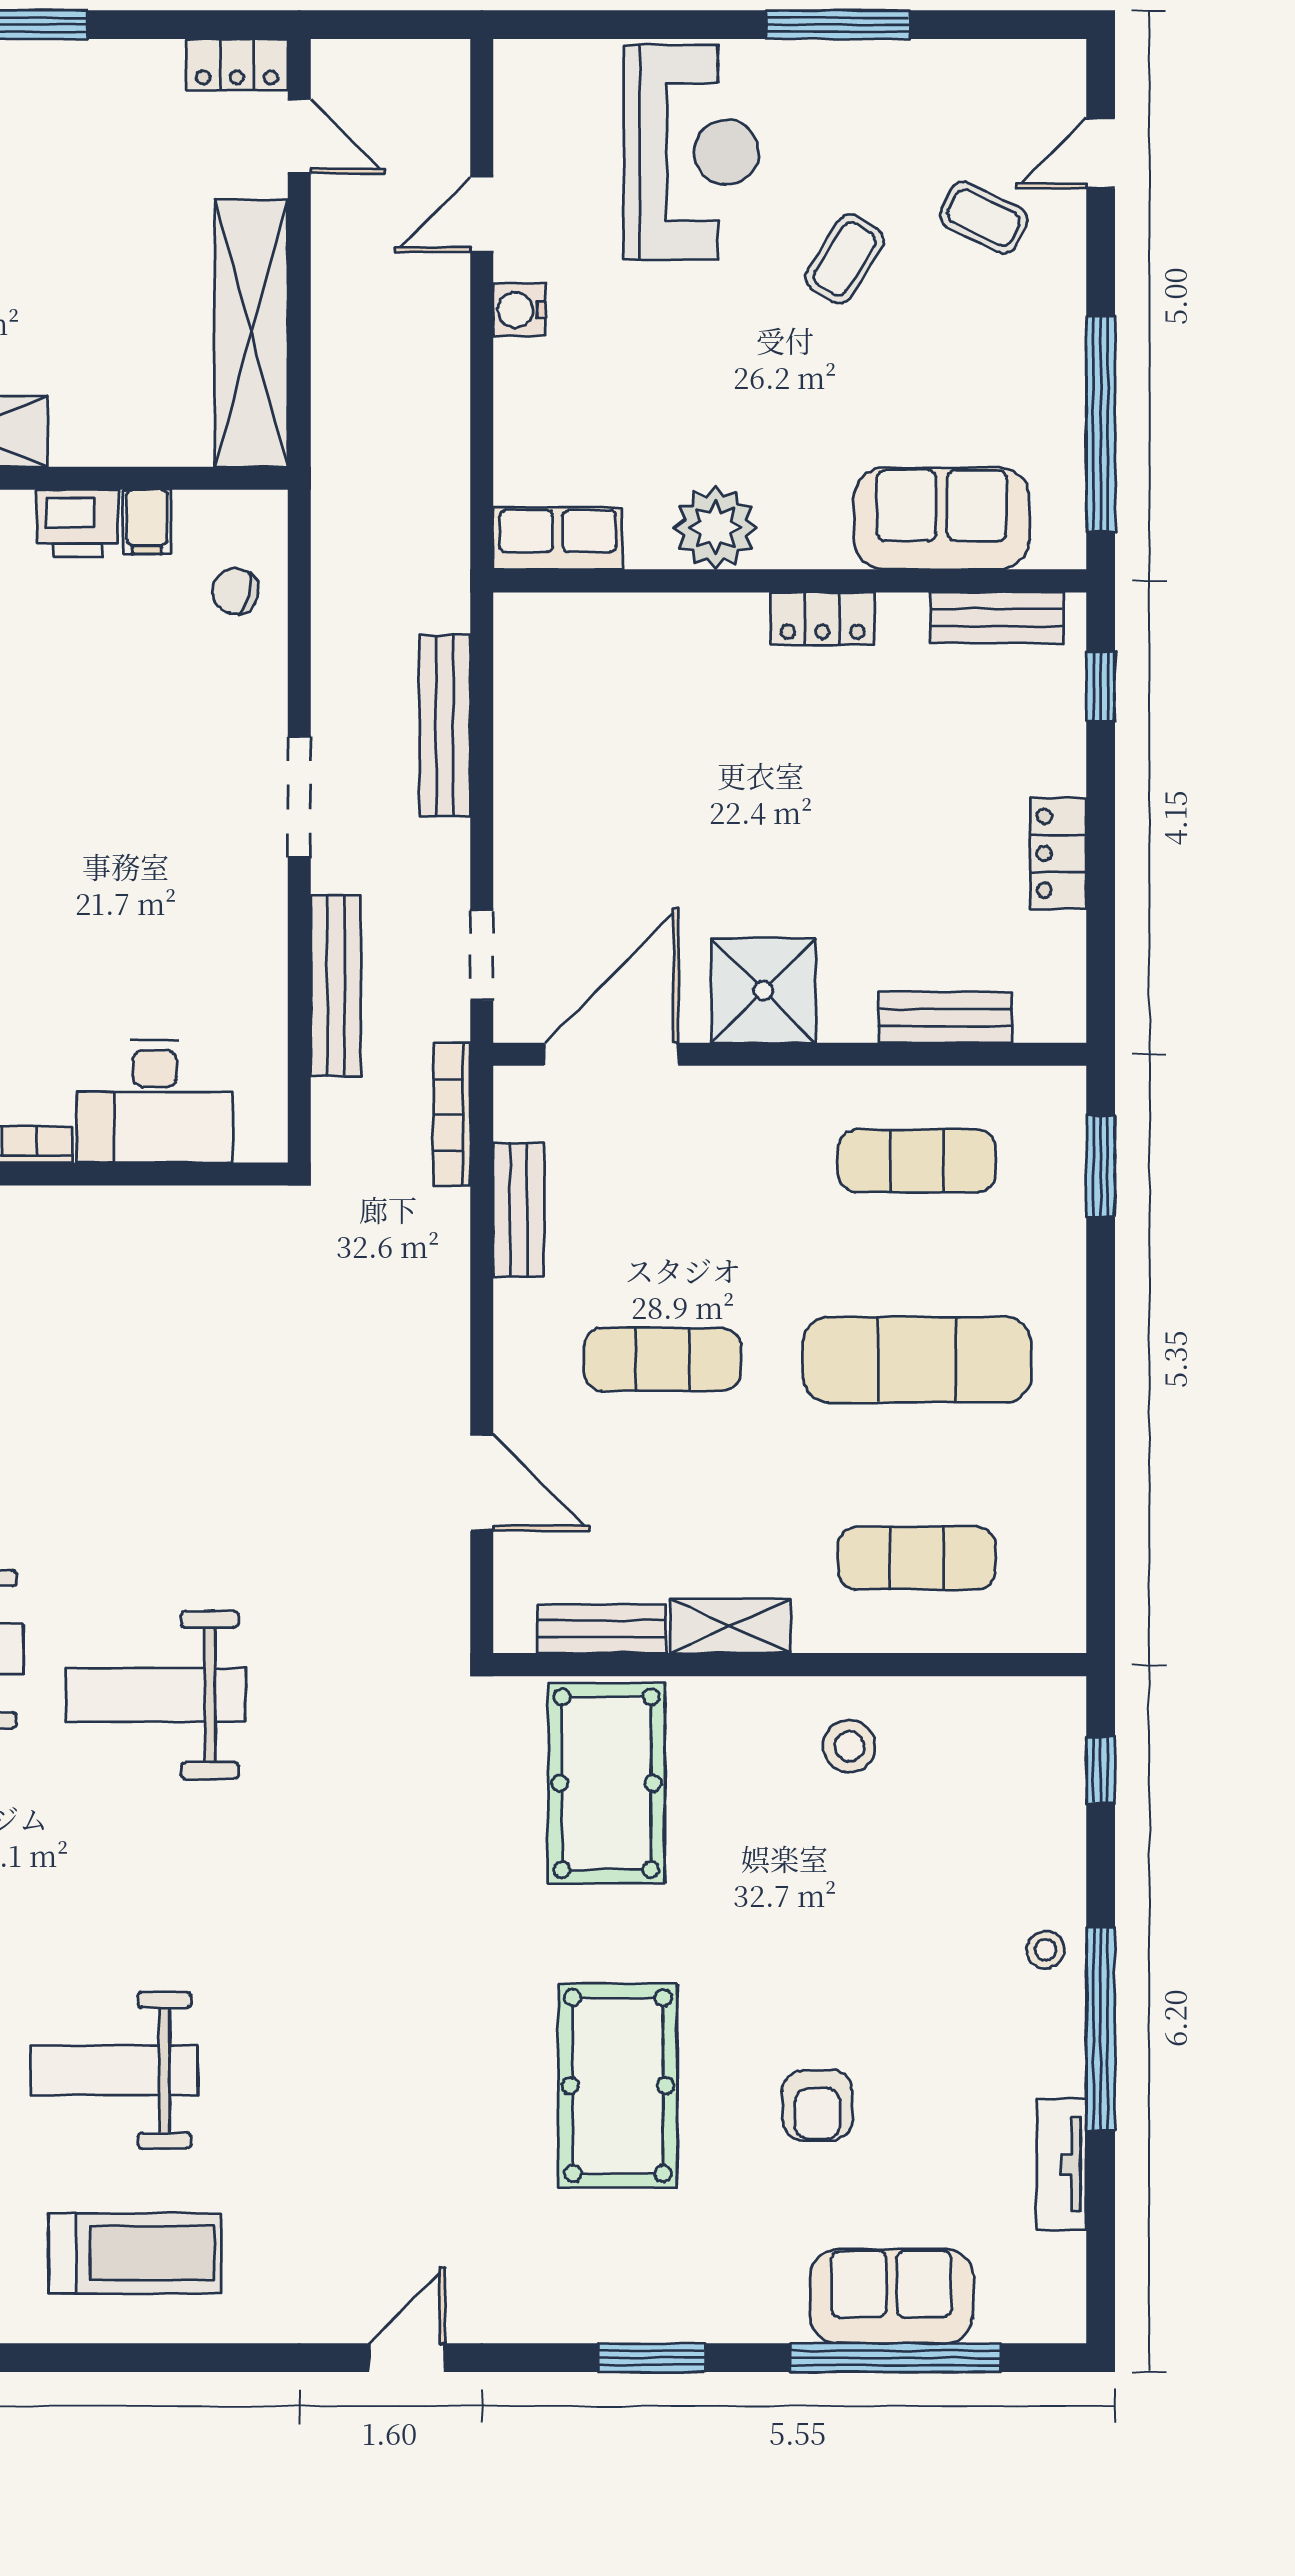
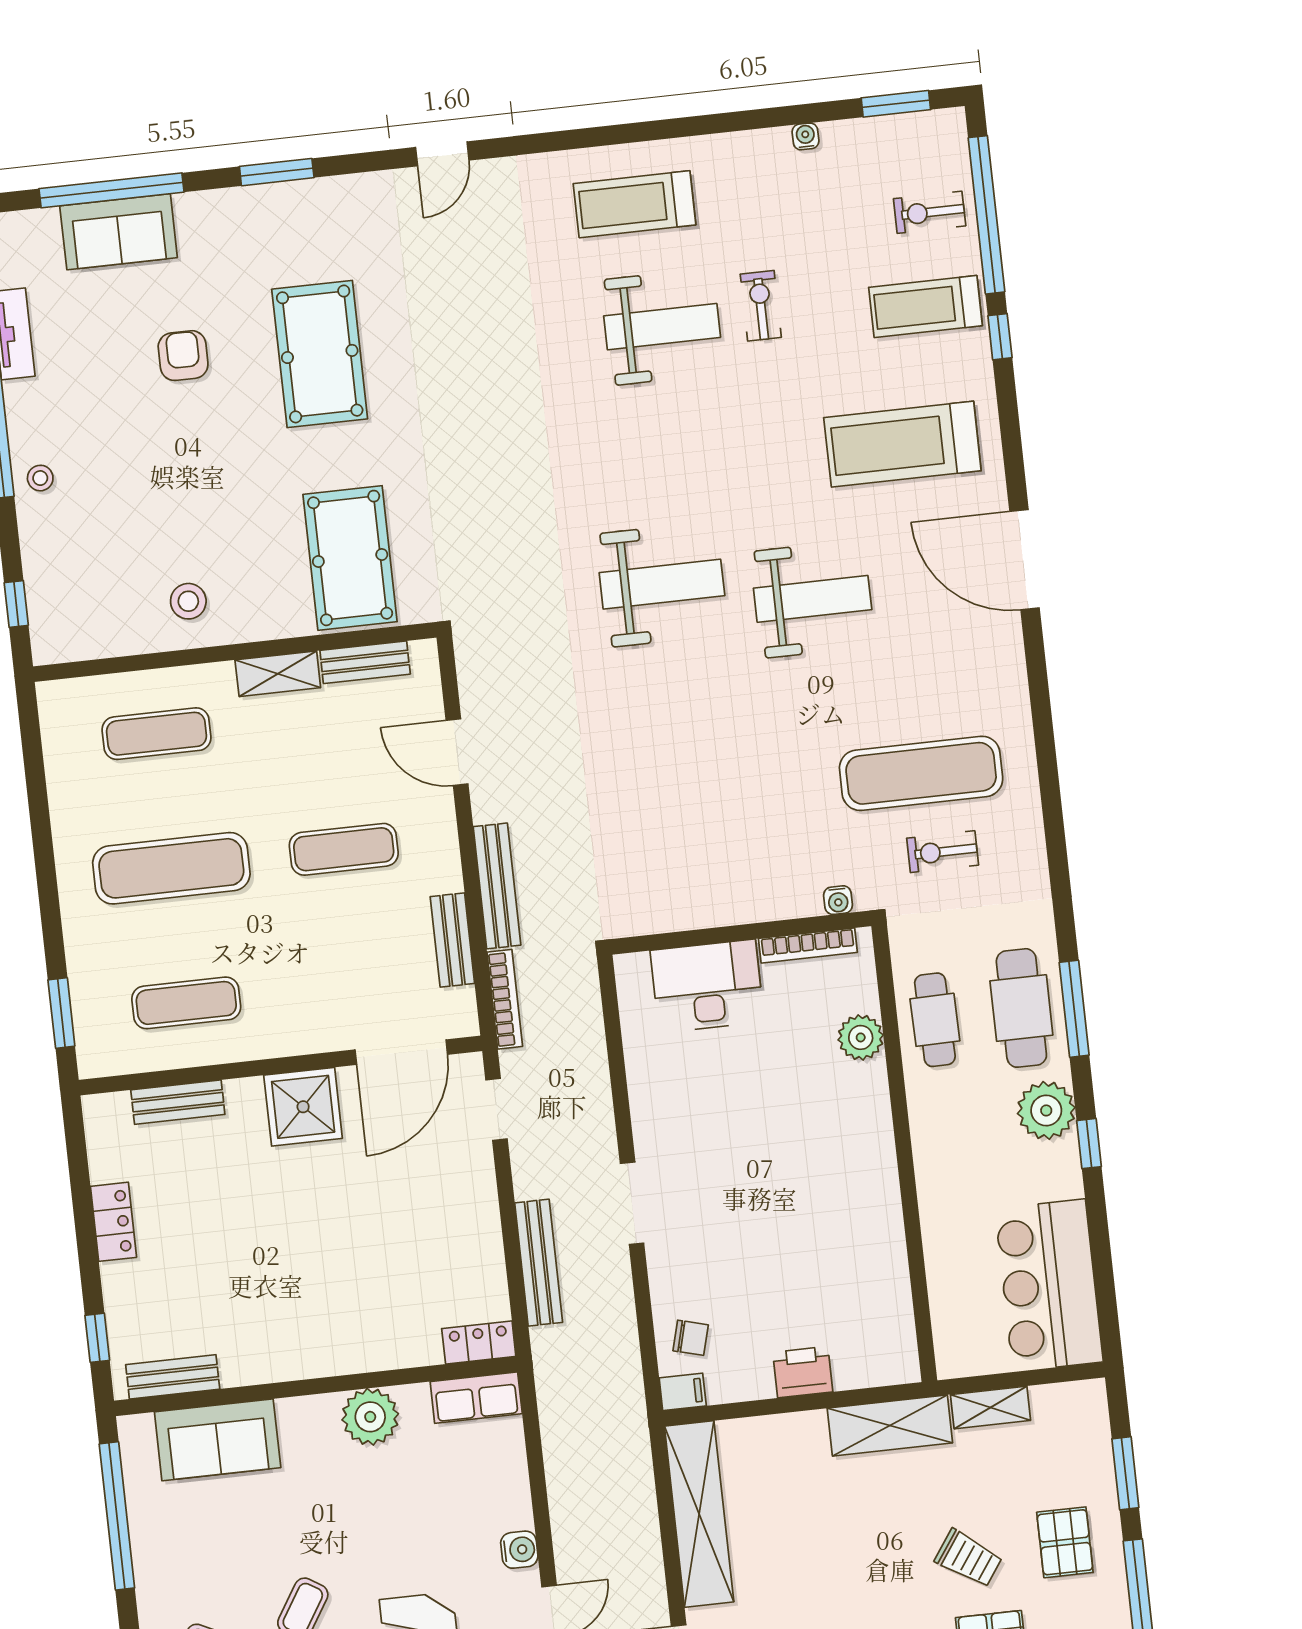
filing cabinet: (147, 522) -> (683, 1392), moved, turned 90
locker: (822, 619) -> (479, 1343), moved
bench: (336, 986) -> (497, 886), moved

